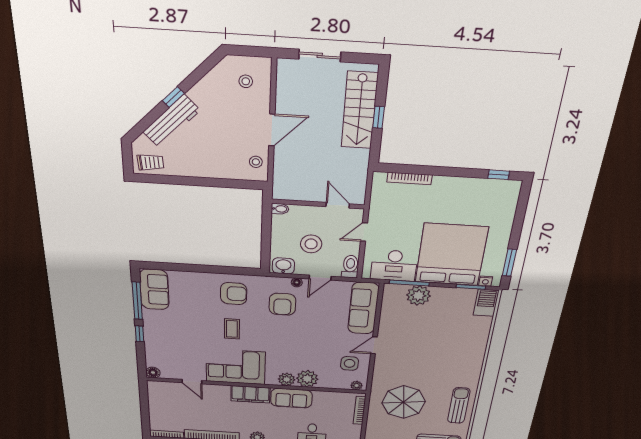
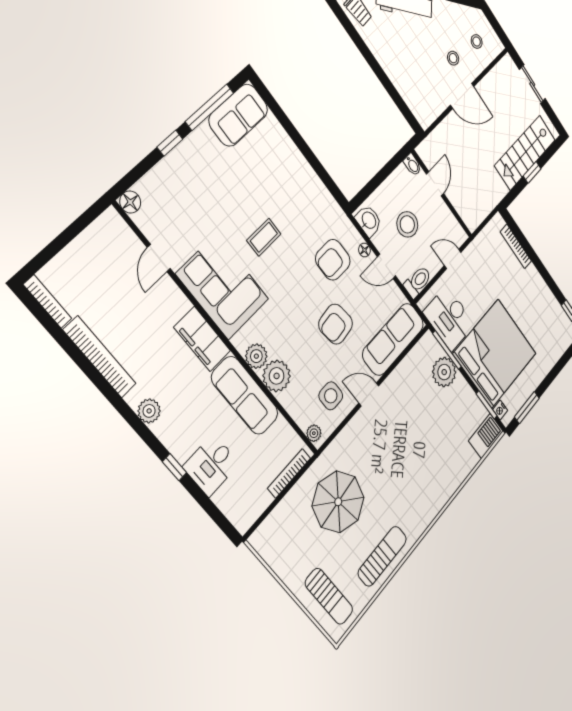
stool: (256, 162) -> (453, 58), moved
door: (338, 205) -> (435, 184), moved
armchair: (234, 294) -> (336, 324), moved, turned 83
sofa: (291, 398) -> (245, 395), width x1.36

